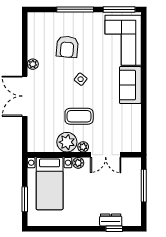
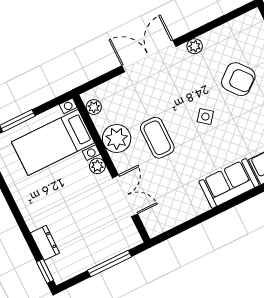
armchair: (67, 47) -> (238, 79), turned -134
plant: (83, 147) -> (94, 107), moved
double door: (106, 155) -> (125, 196), swing flipped
window: (114, 229) -> (45, 271), moved

